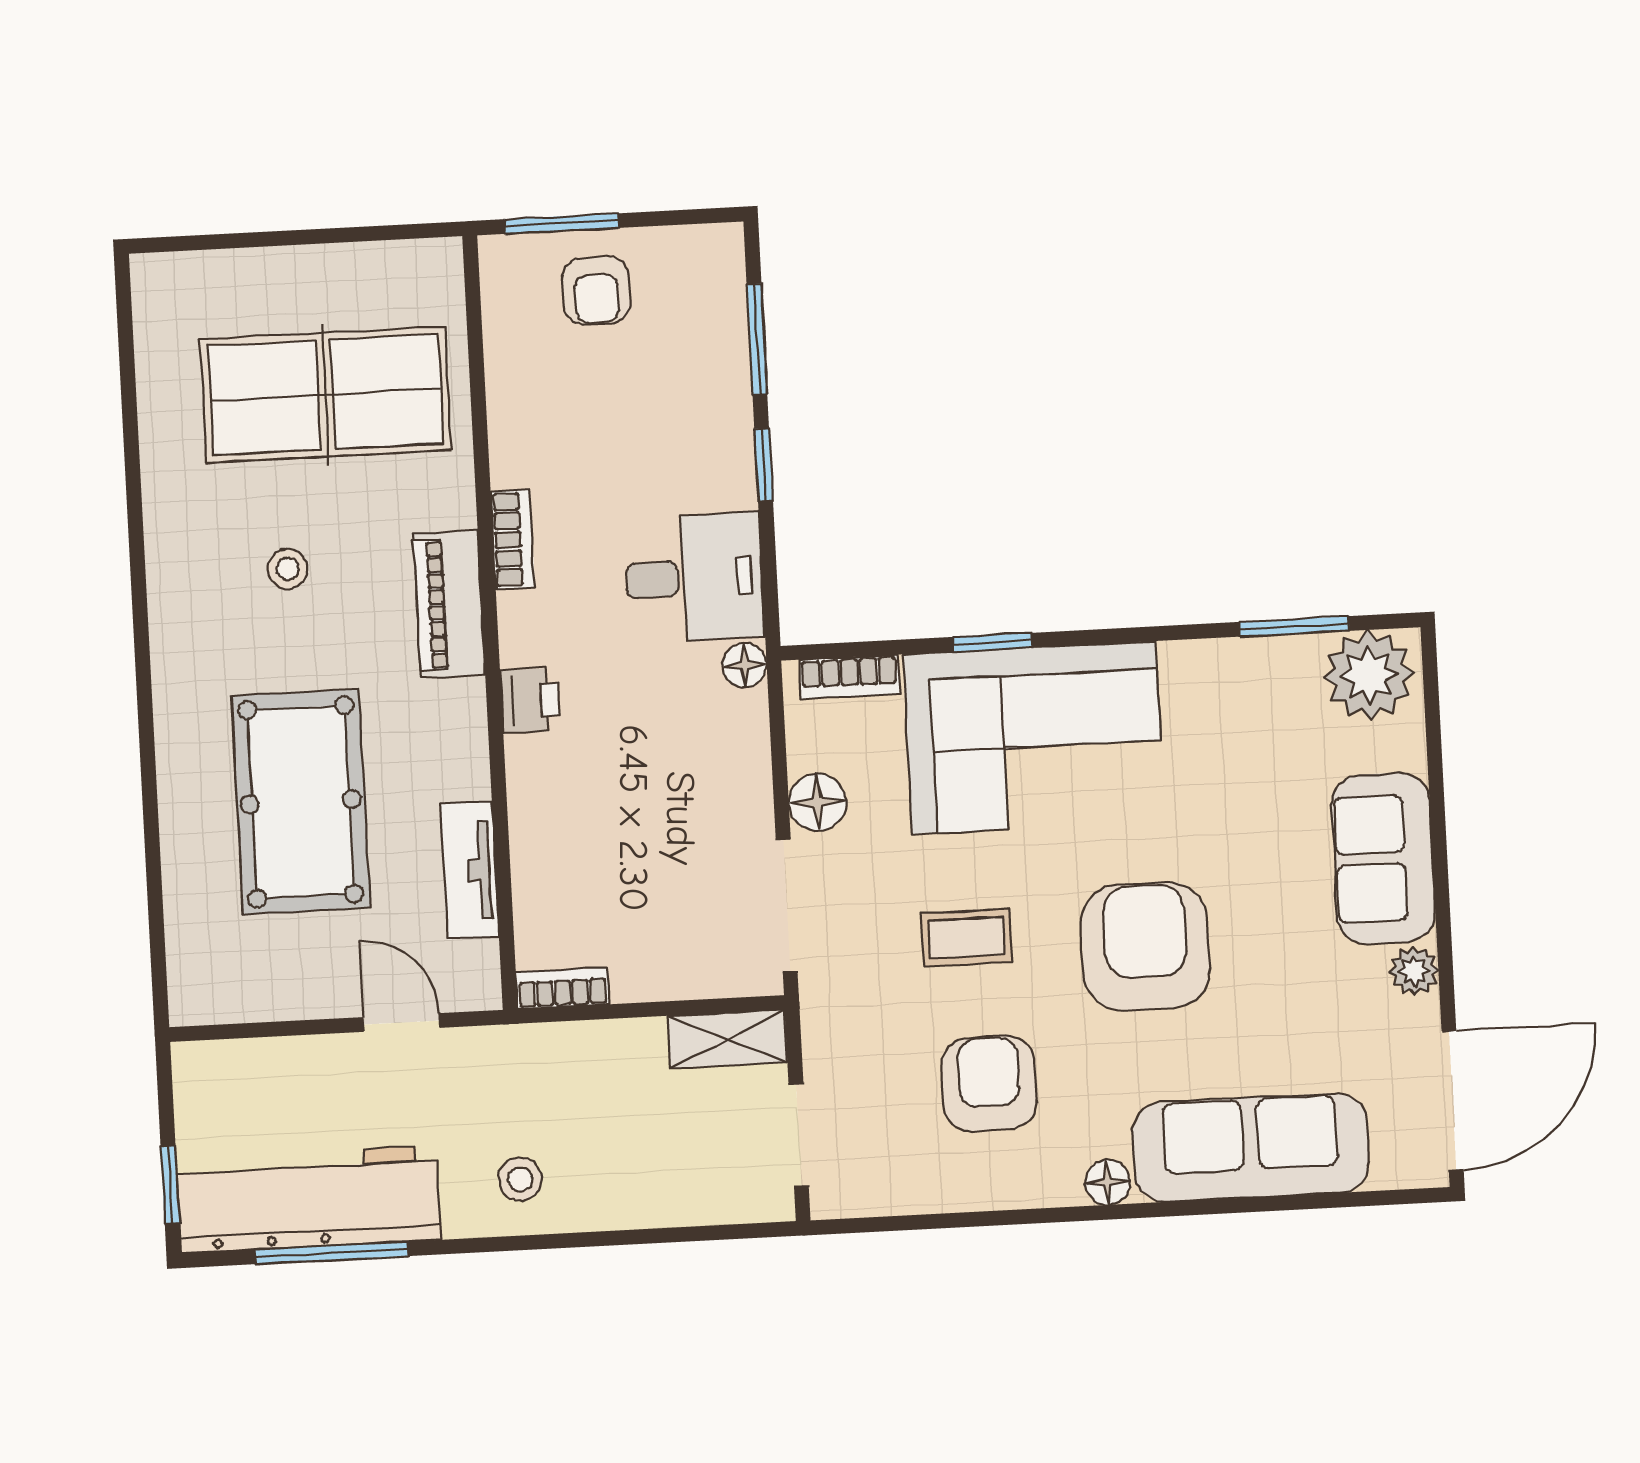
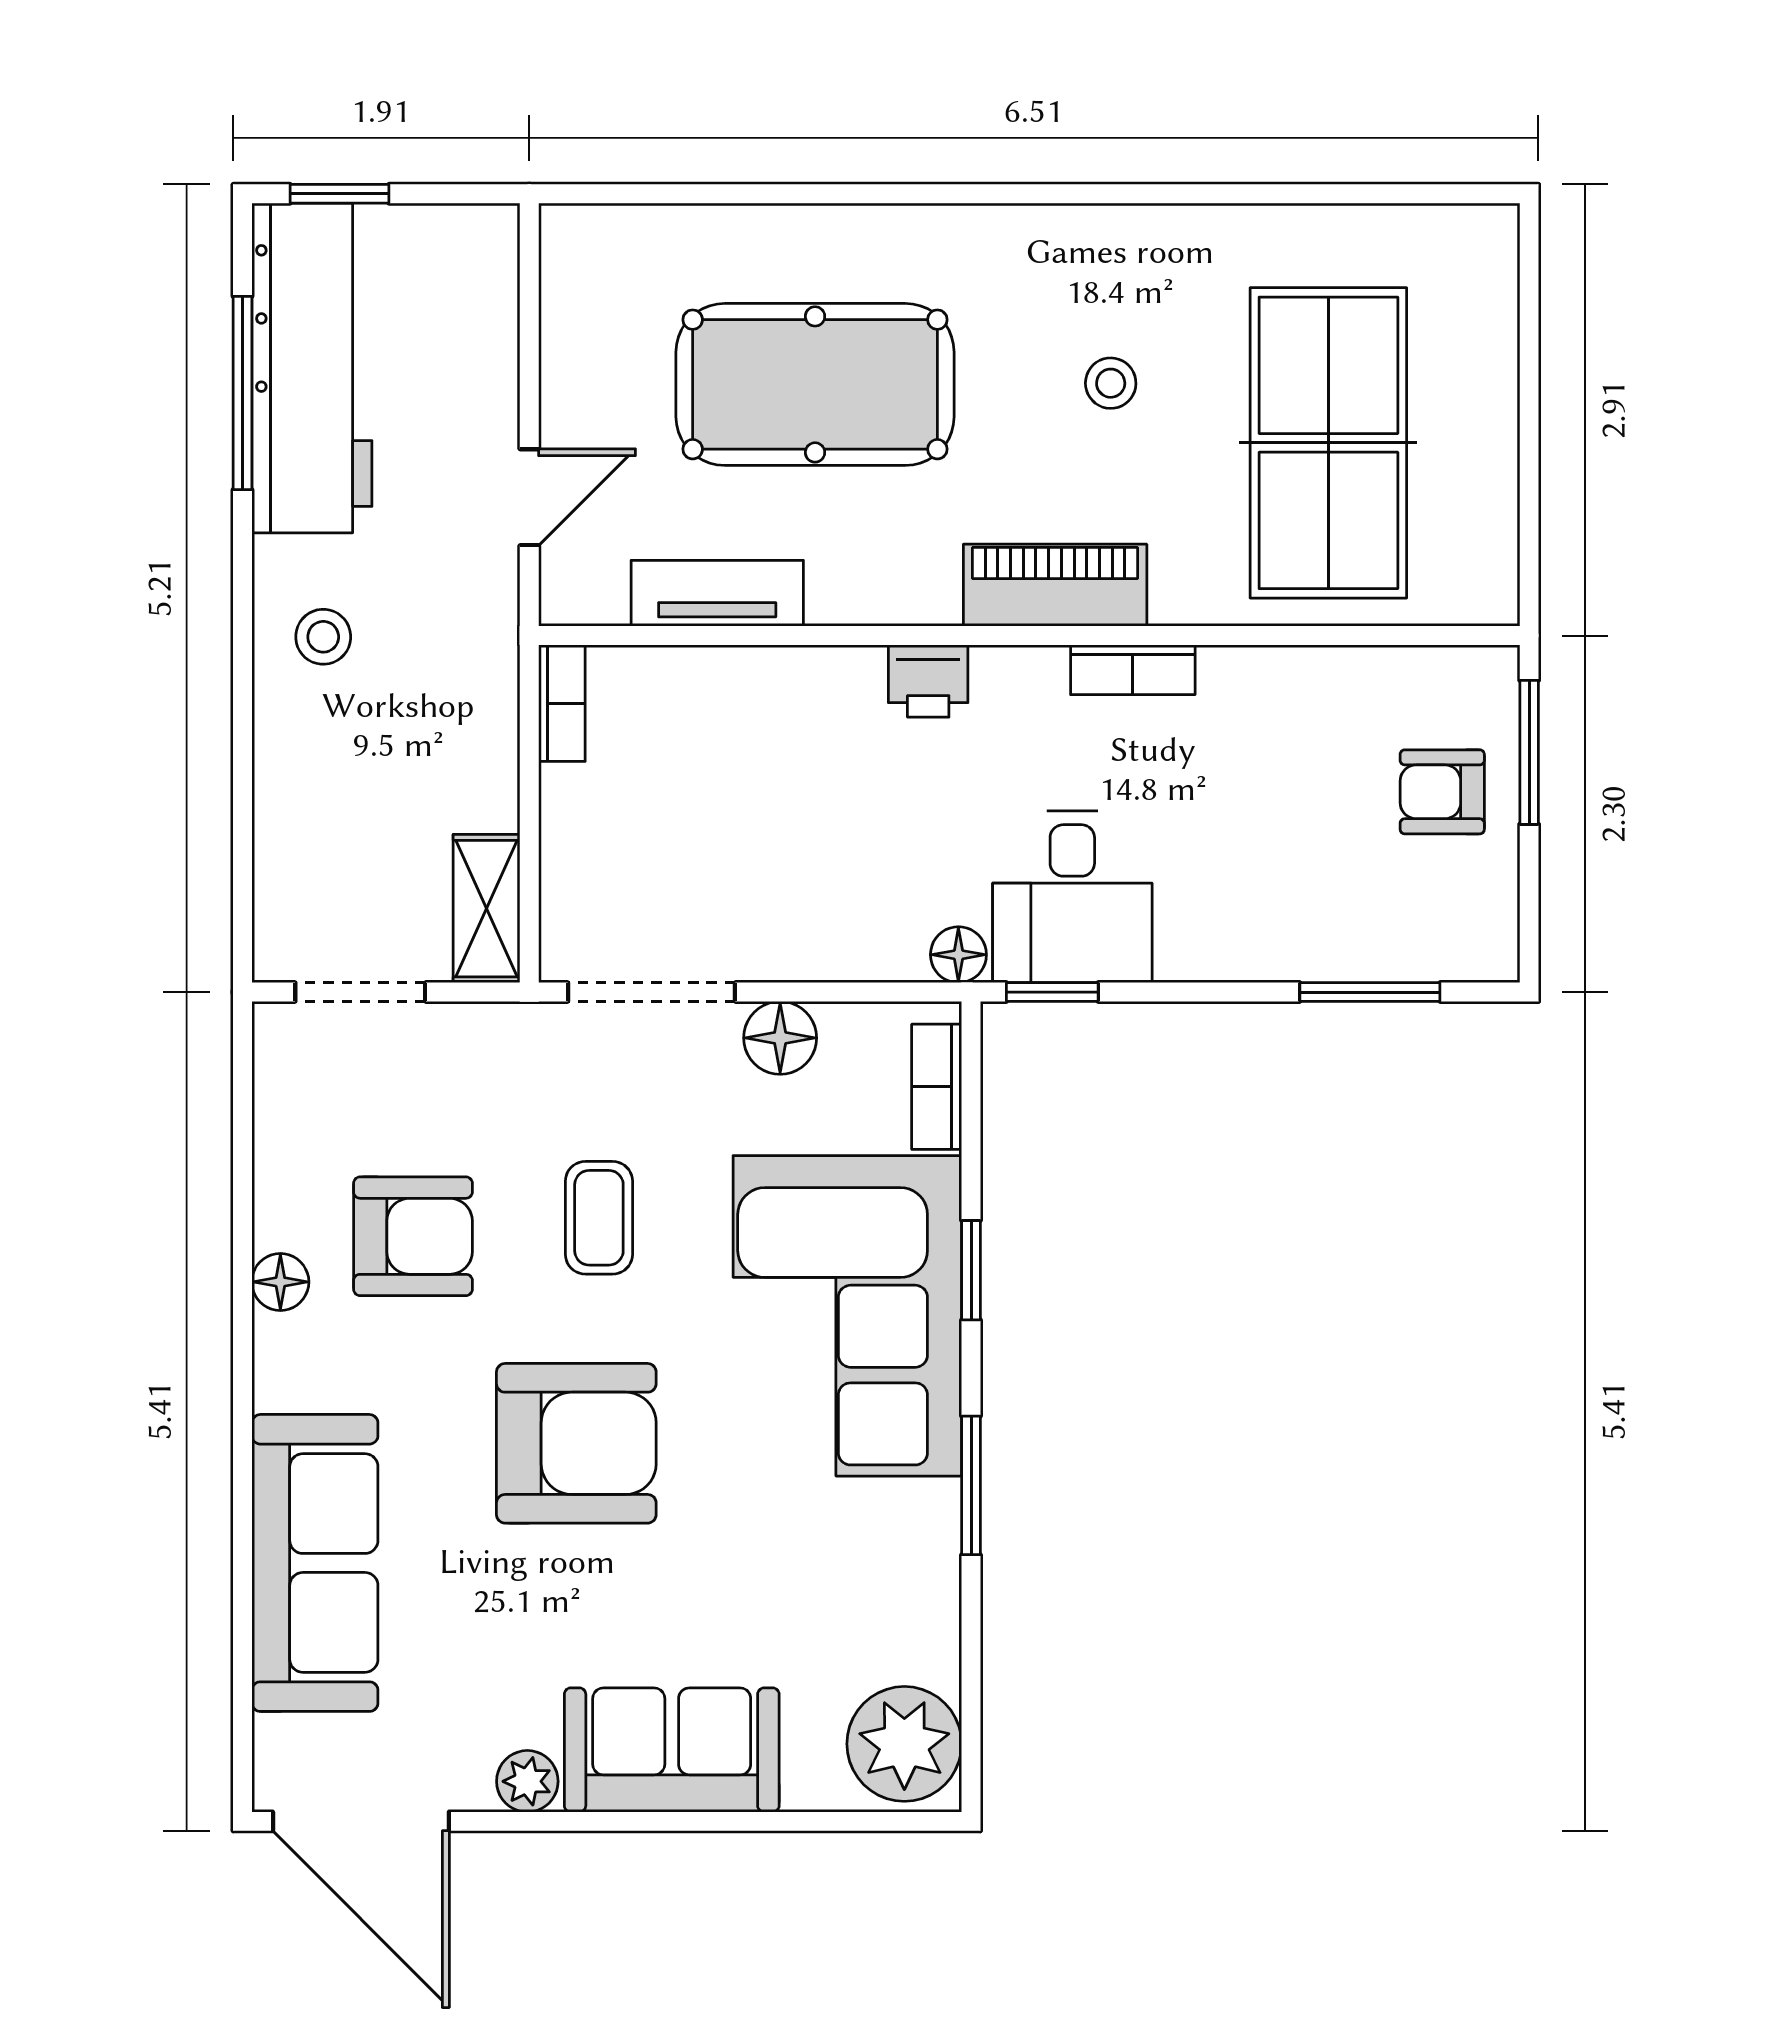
window: (764, 465) -> (1052, 992), moved
window: (1294, 626) -> (971, 1485), moved
floor lamp: (1108, 1182) -> (280, 1282), moved

